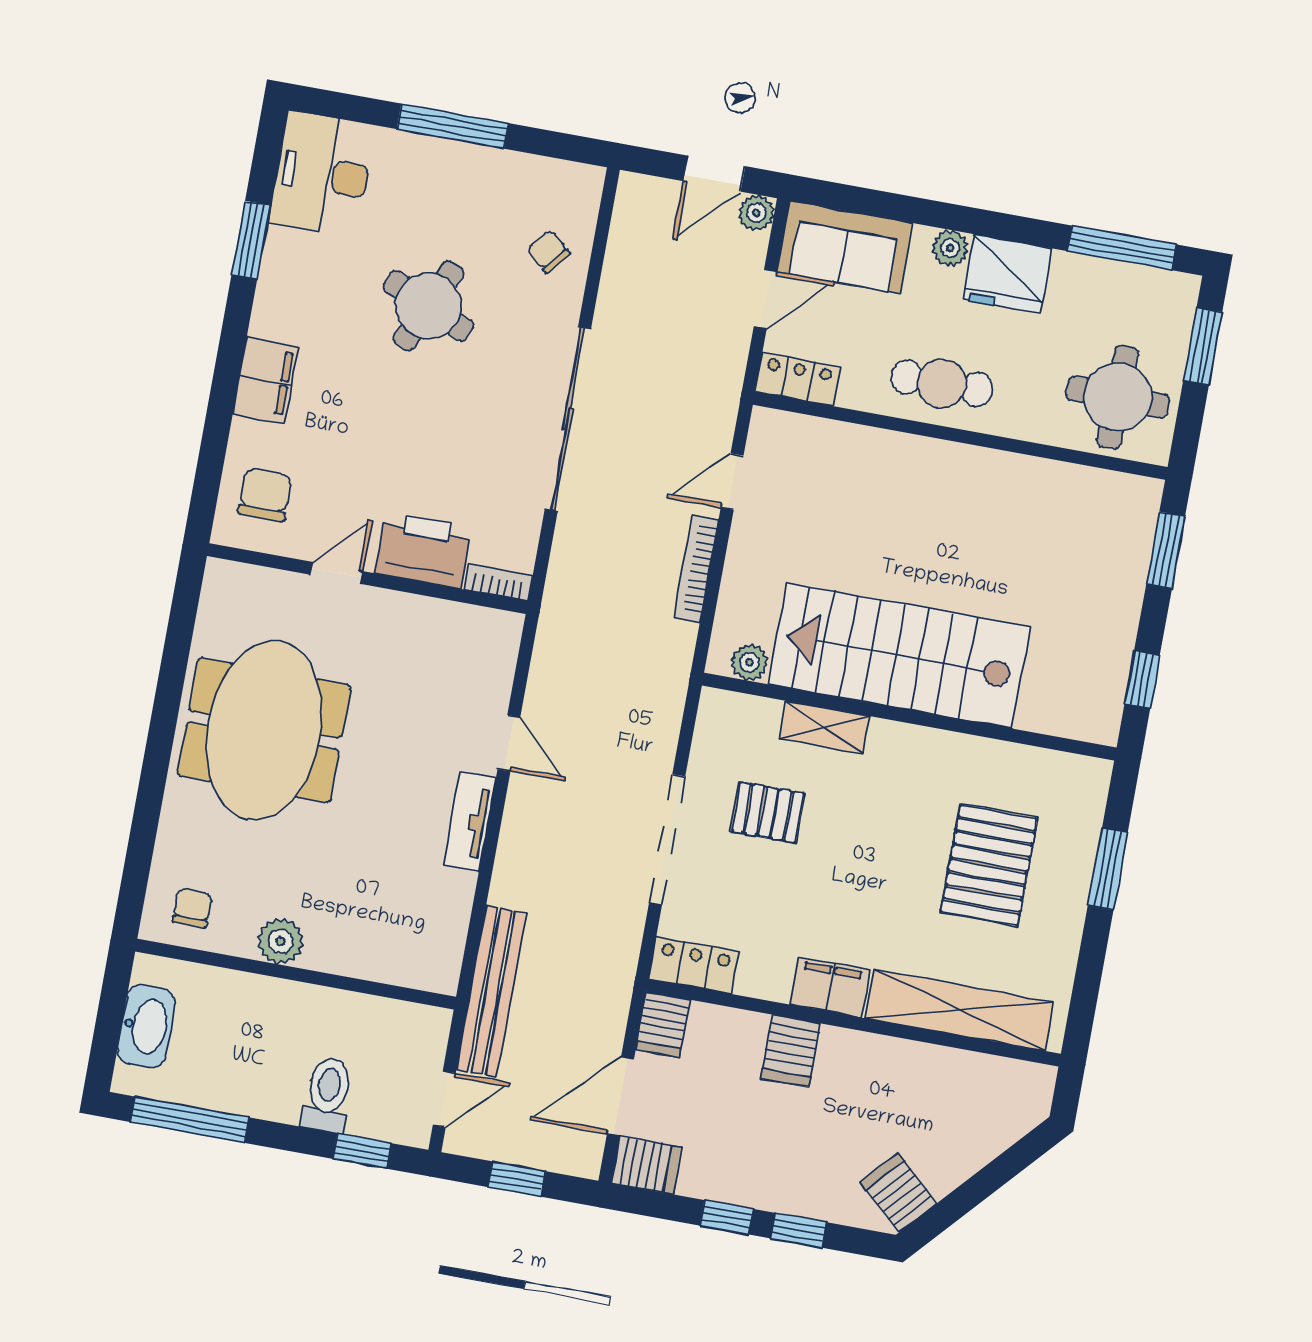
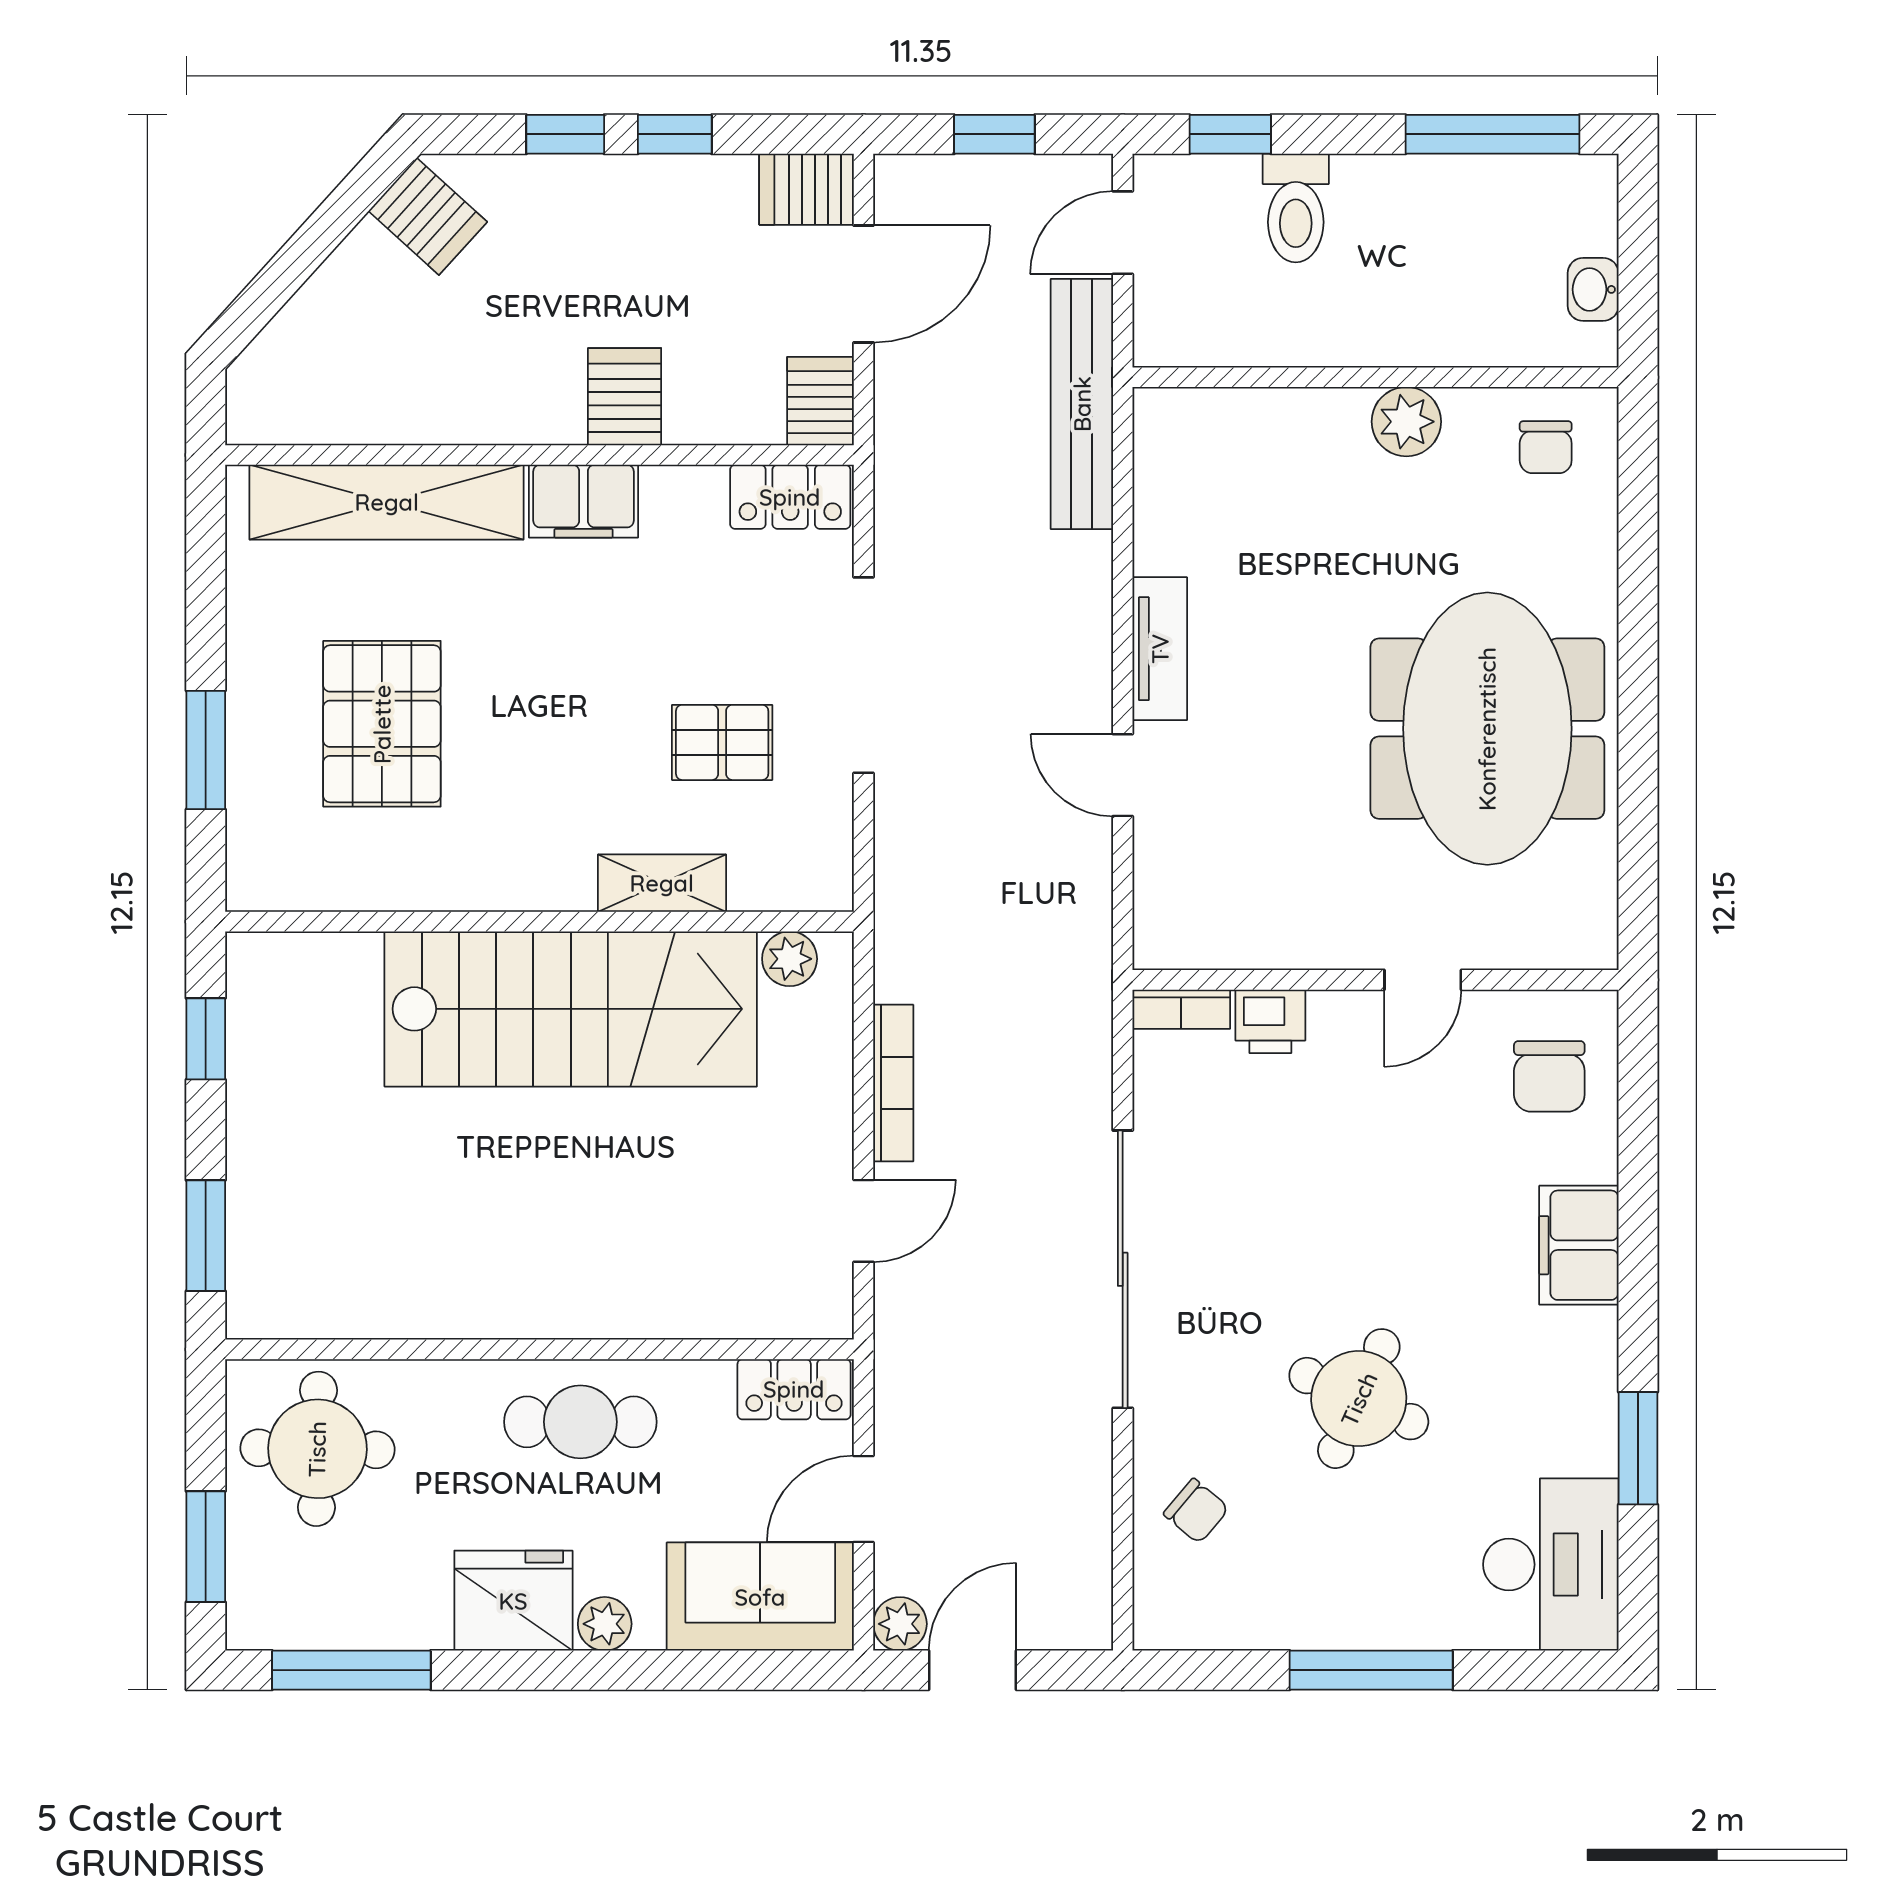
printer: (423, 550) -> (1270, 1021), width x0.53, depth x0.68
washbasin: (146, 1026) -> (1593, 289), width x0.52, depth x0.69

